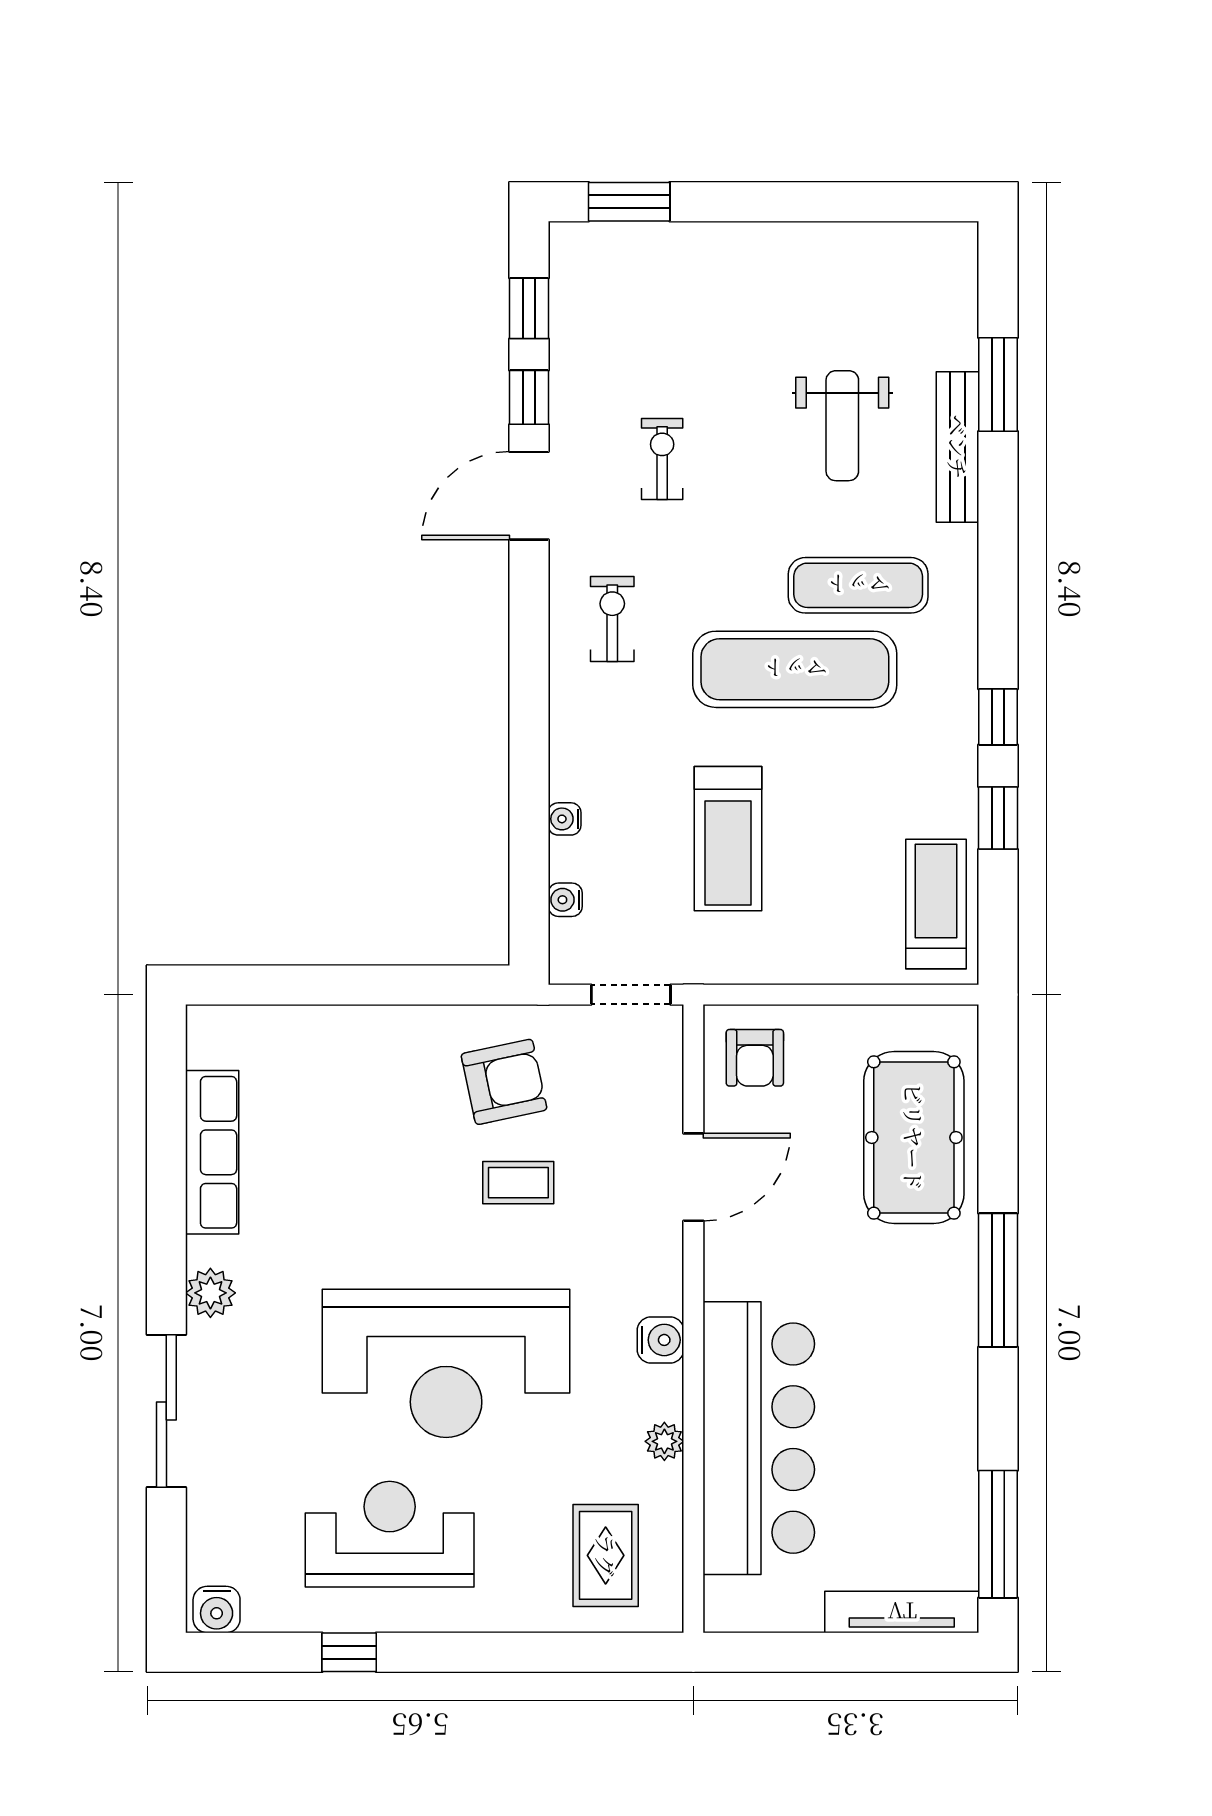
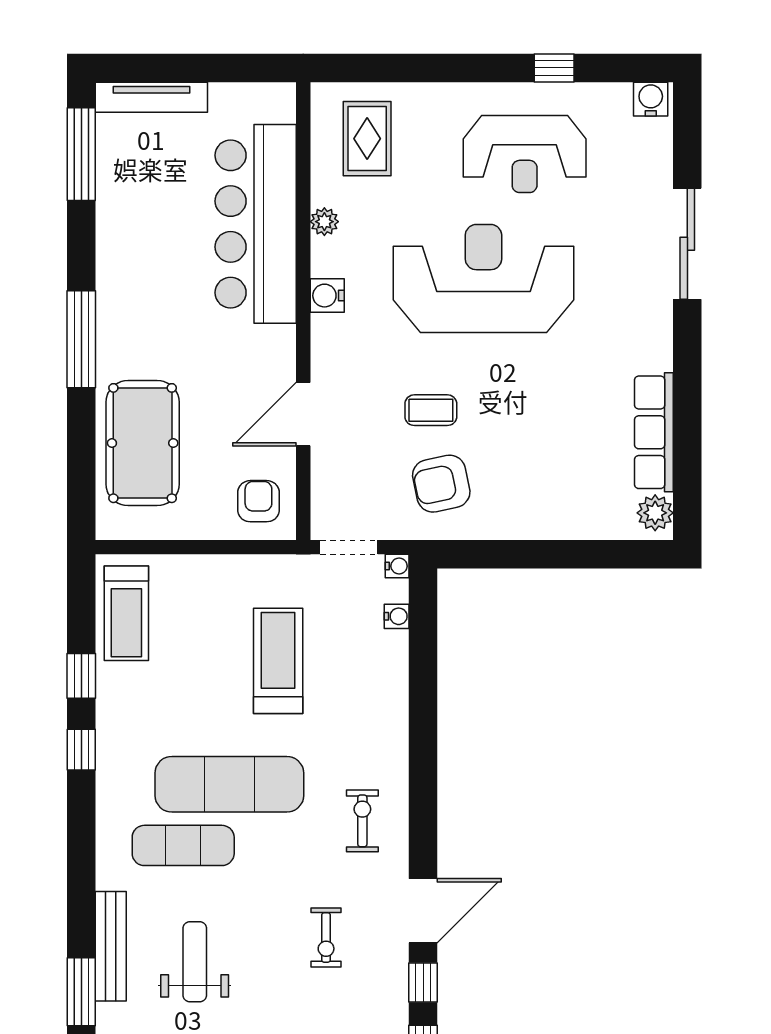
exercise bike: (612, 619) -> (362, 821), turned 180
water cooler: (565, 819) -> (397, 566), moved
plant: (210, 1293) -> (655, 513), moved

